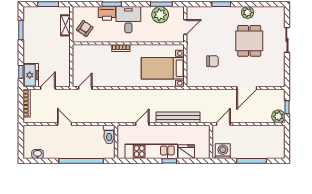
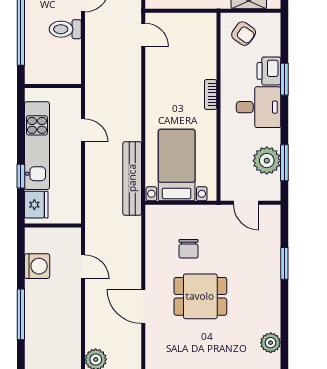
plant: (248, 12) -> (271, 343), moved
dining table: (249, 41) -> (200, 296), moved
bench: (178, 117) -> (132, 178), moved
toilet: (109, 134) -> (65, 29), moved
wall: (211, 142) -> (53, 225), moved

